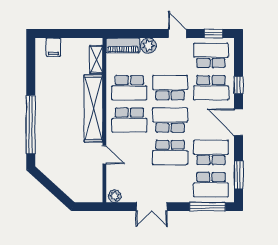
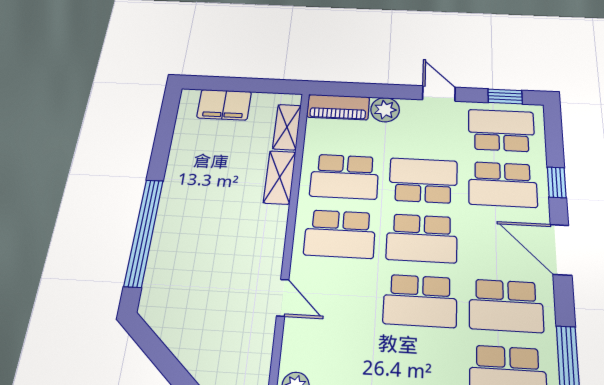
filing cabinet: (53, 47) -> (224, 105), width x2.00
shelving: (93, 108) -> (280, 177), width x0.45, depth x0.75
school desk: (170, 120) -> (422, 238), turned 180
school desk: (211, 152) -> (506, 306), turned 180

